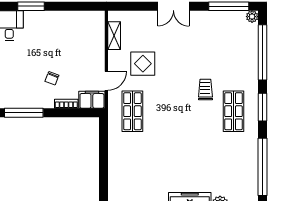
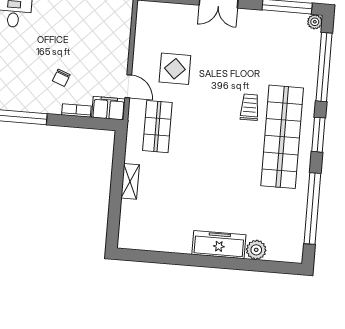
shelving: (114, 36) -> (130, 181), moved
door: (106, 81) -> (128, 86), hinge flipped
shop shelf: (234, 111) -> (282, 137), width x2.00, depth x1.36

